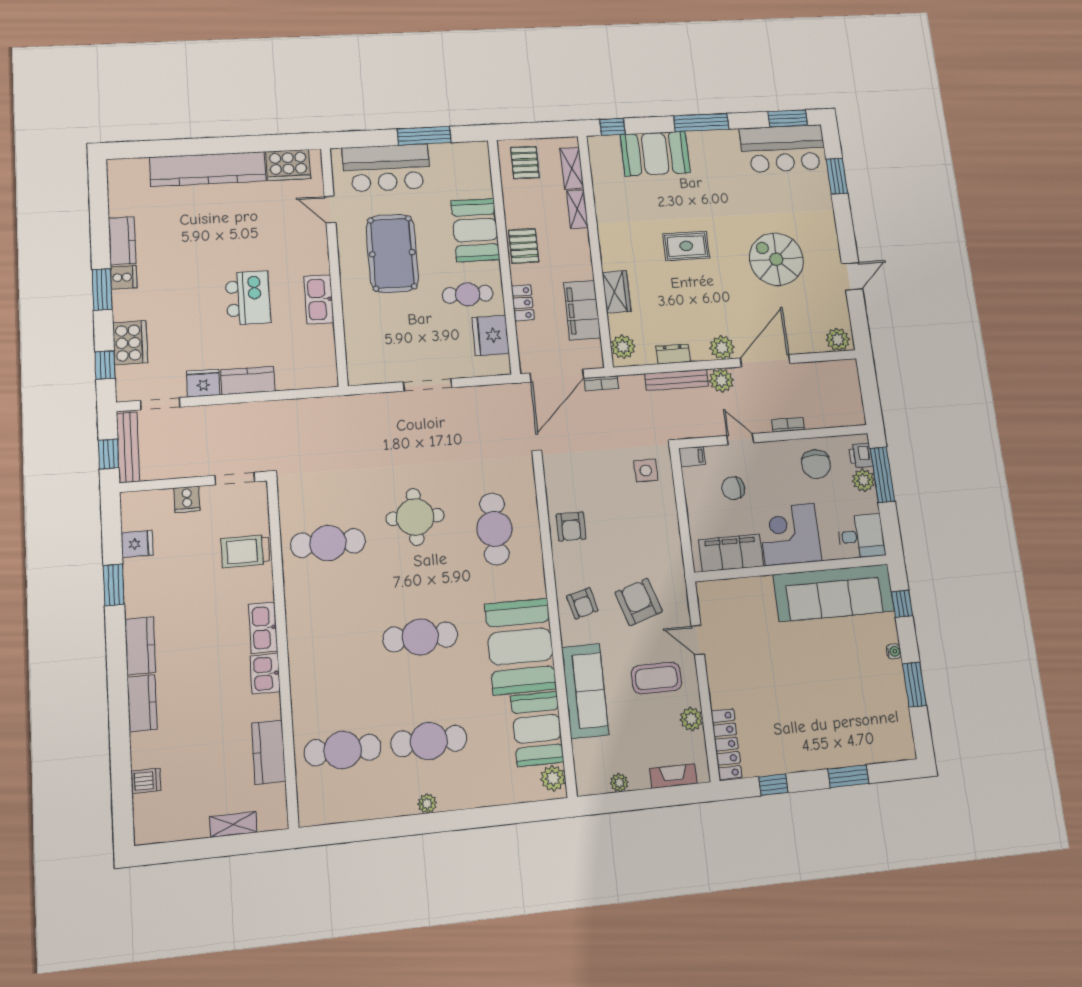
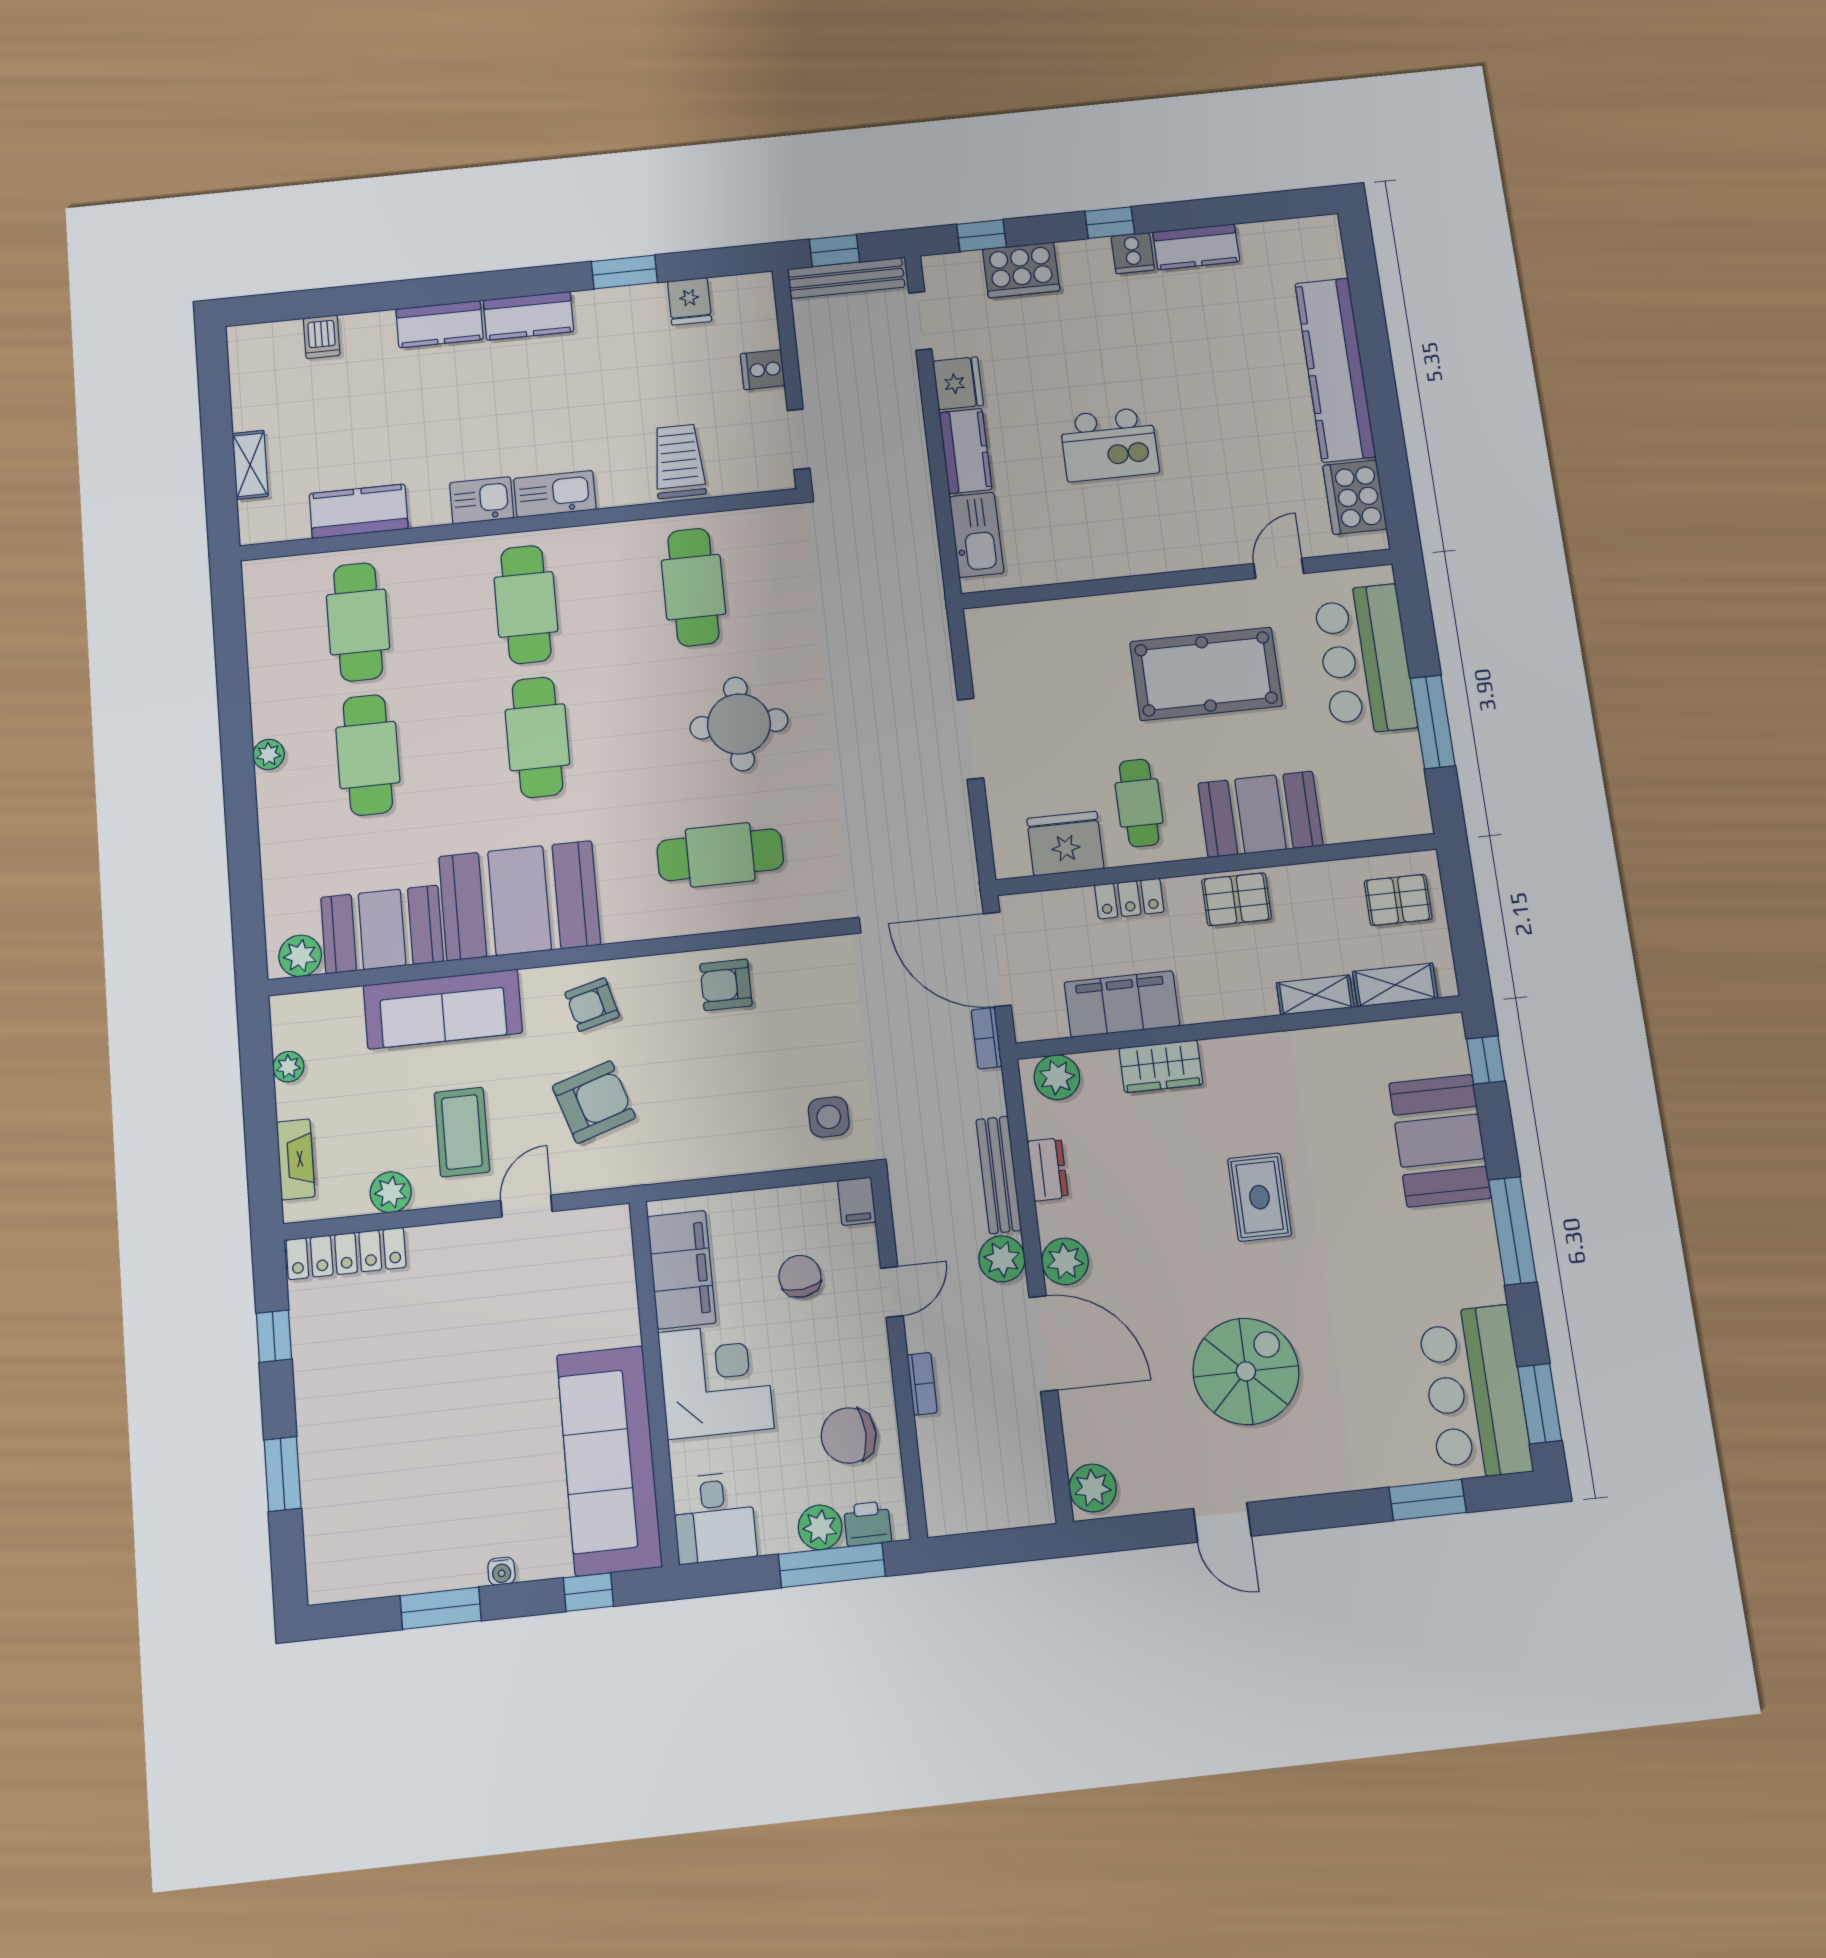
window: (102, 289) -> (1110, 223), width x0.67
kitchen sink: (319, 299) -> (977, 535), moved, turned 90
cafe table: (335, 645) -> (526, 604), added

